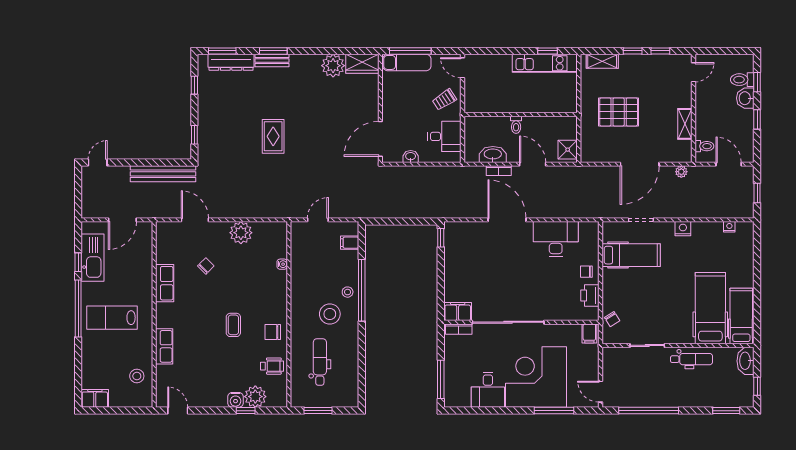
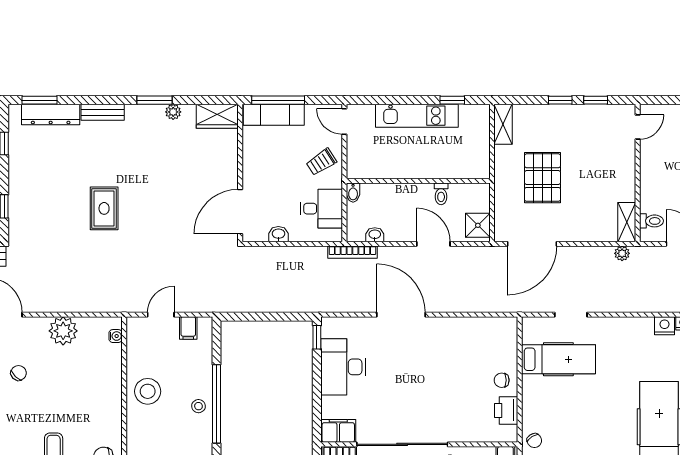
window: (273, 51) -> (154, 100), moved
shelving: (602, 61) -> (503, 124), moved, turned 90
kitchen unit: (545, 63) -> (417, 116), moved
plant: (333, 66) -> (173, 112), width x0.53, depth x0.53
pallet: (619, 112) -> (543, 178), turned 90
bidet: (469, 124) -> (353, 193), added
shelving: (685, 124) -> (627, 222), moved
toilet: (516, 125) -> (441, 194), moved
washbasin: (493, 154) -> (375, 235), width x0.52, depth x0.69
door: (640, 164) -> (532, 244), moved
bookcase: (499, 171) -> (352, 252), moved, width x1.56
nightstand: (683, 229) -> (664, 326), moved
desk: (556, 239) -> (343, 367), moved, turned -90
filing cabinet: (350, 243) -> (188, 328), moved, turned -90
water cooler: (282, 264) -> (116, 336), moved
stool: (330, 314) -> (148, 391), moved

